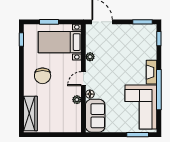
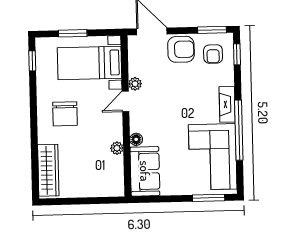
armchair: (121, 34) -> (181, 49), added
armchair: (143, 38) -> (213, 54), added
door: (83, 79) -> (126, 101), moved

